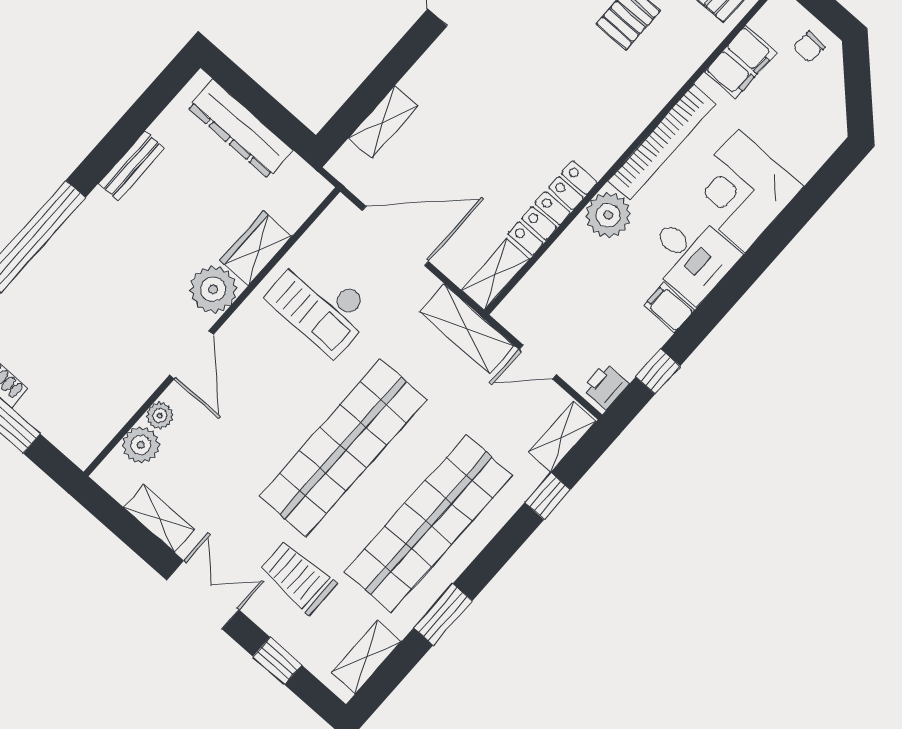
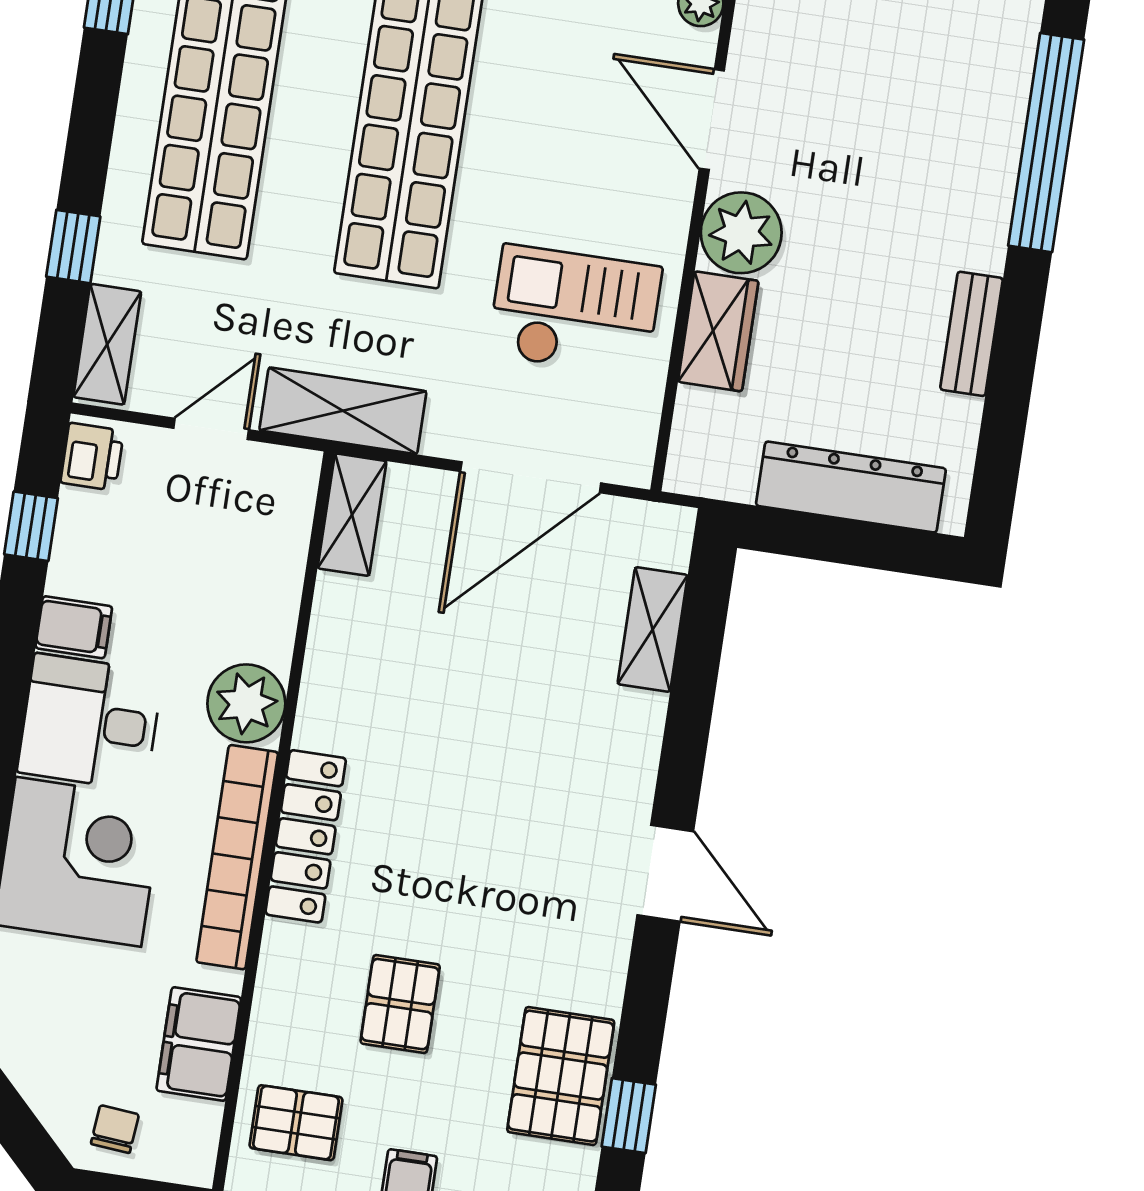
locker: (553, 208) -> (306, 836), moved

